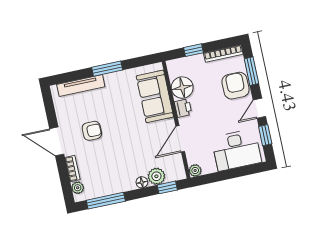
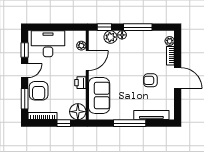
window: (107, 69) -> (130, 123), width x1.44
floor lamp: (182, 88) -> (78, 112), moved
plant: (195, 170) -> (81, 46), moved
window: (106, 201) -> (138, 27), moved

